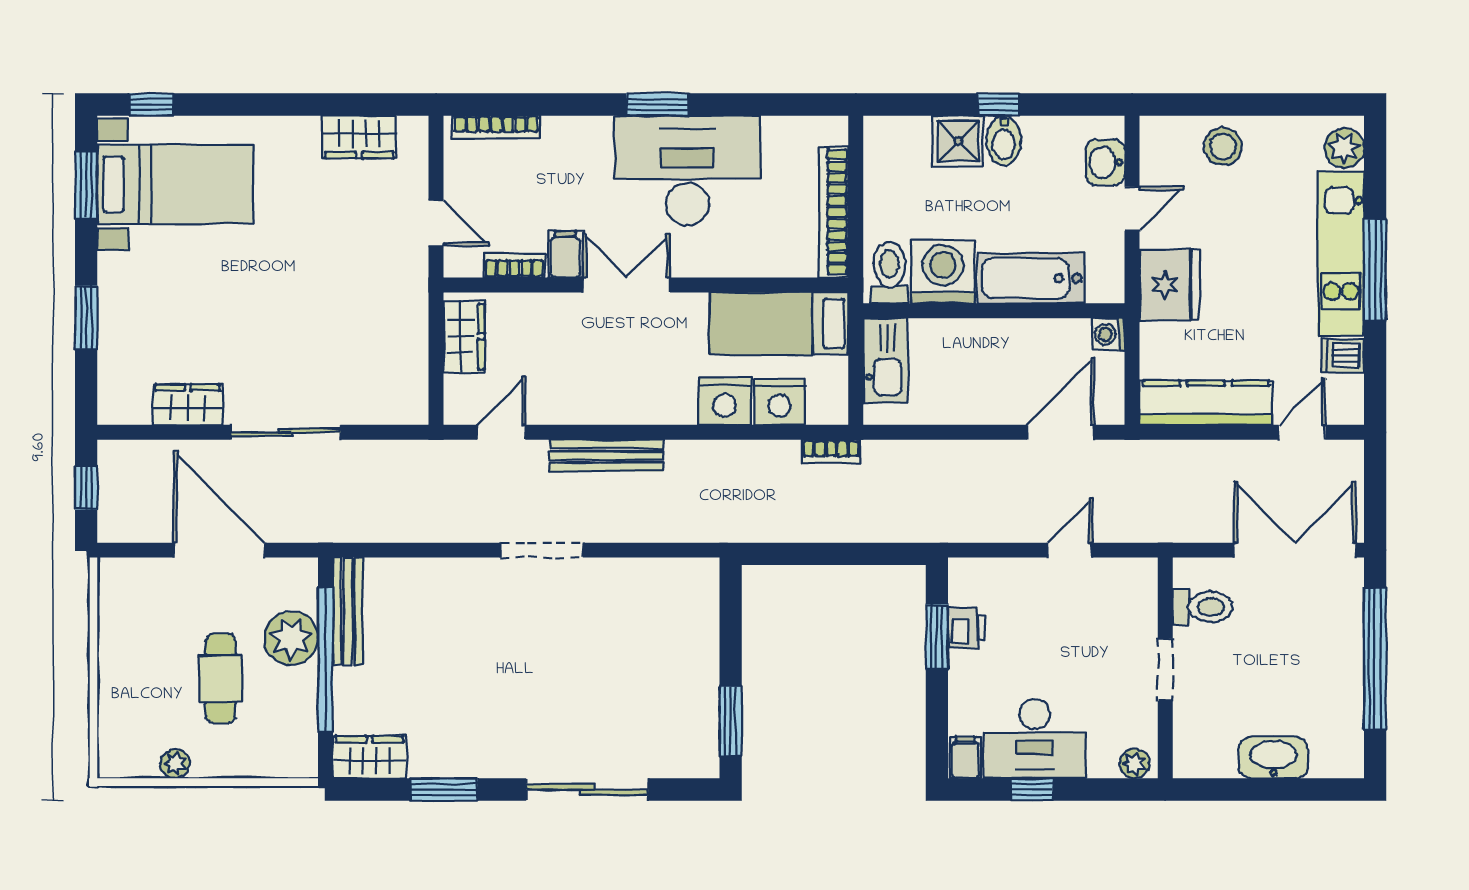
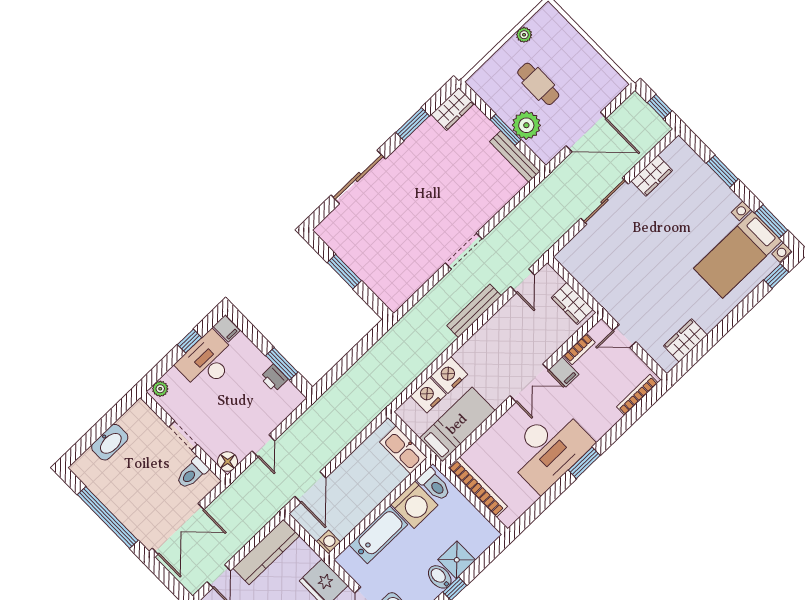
bookcase: (831, 451) -> (390, 395), removed
floor lamp: (1139, 576) -> (228, 462), added
window: (326, 660) -> (505, 130), width x0.47
window: (731, 721) -> (344, 272), moved

